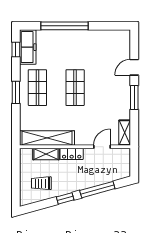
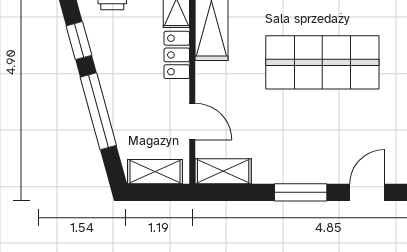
door: (134, 67) -> (367, 192), hinge flipped
shop shelf: (75, 88) -> (322, 62), width x1.43, depth x1.36
shelving: (125, 164) -> (155, 172), added

